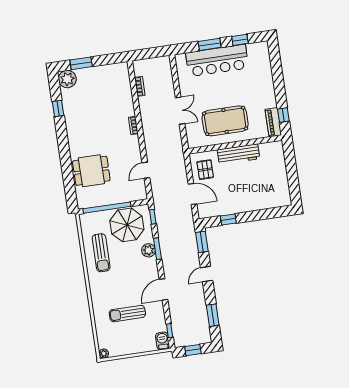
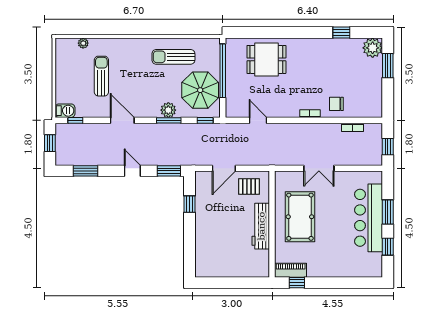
window: (152, 53) -> (388, 147), added
chair: (121, 104) -> (336, 104), added
dining table: (91, 171) -> (266, 59), turned 90
plant: (104, 353) -> (83, 43), moved

